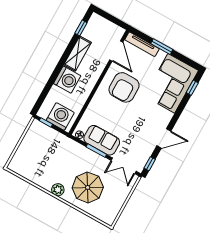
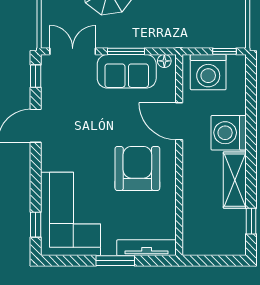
door: (116, 51) -> (179, 121), moved

